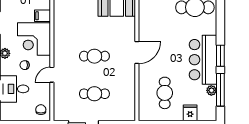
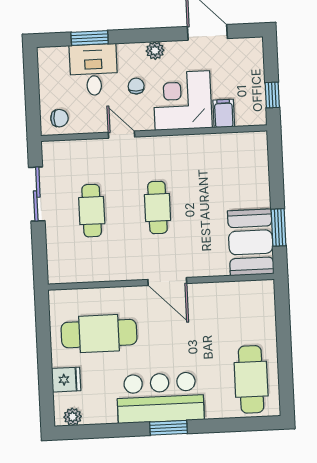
plant: (211, 90) -> (73, 417), moved
window: (220, 90) -> (109, 431), removed
cafe table: (165, 93) -> (99, 334), width x1.37, depth x1.35

